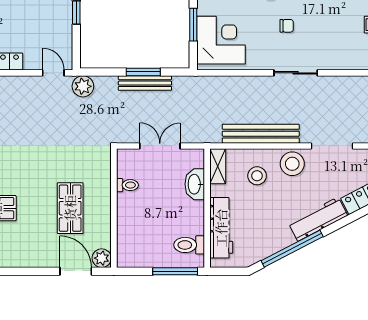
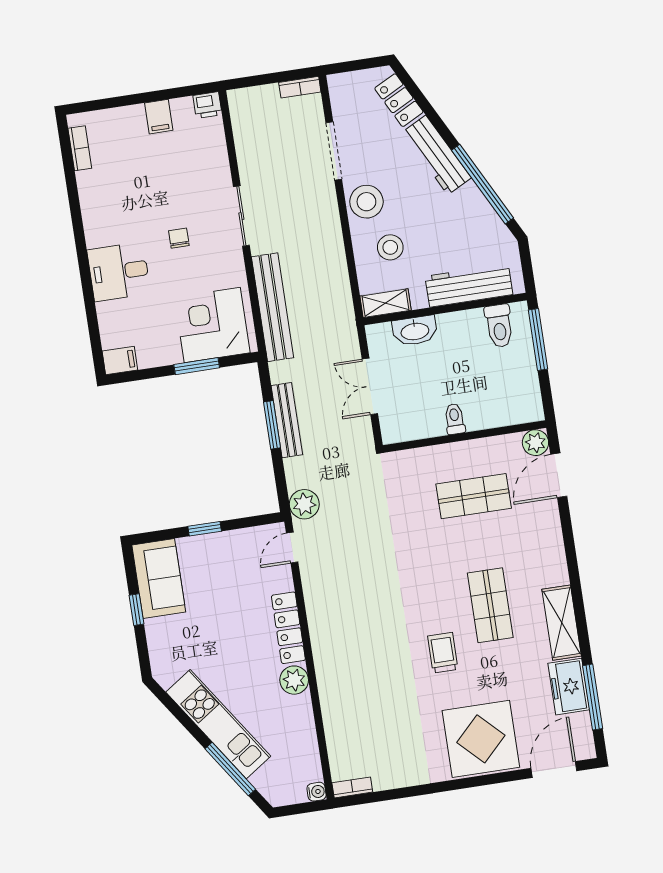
bench: (261, 134) -> (273, 307), moved
toilet: (127, 185) -> (455, 419), moved

